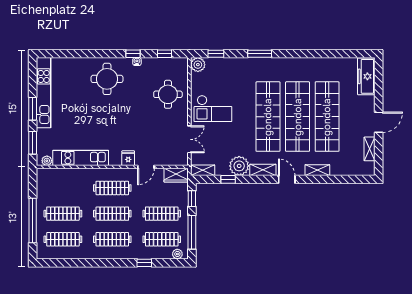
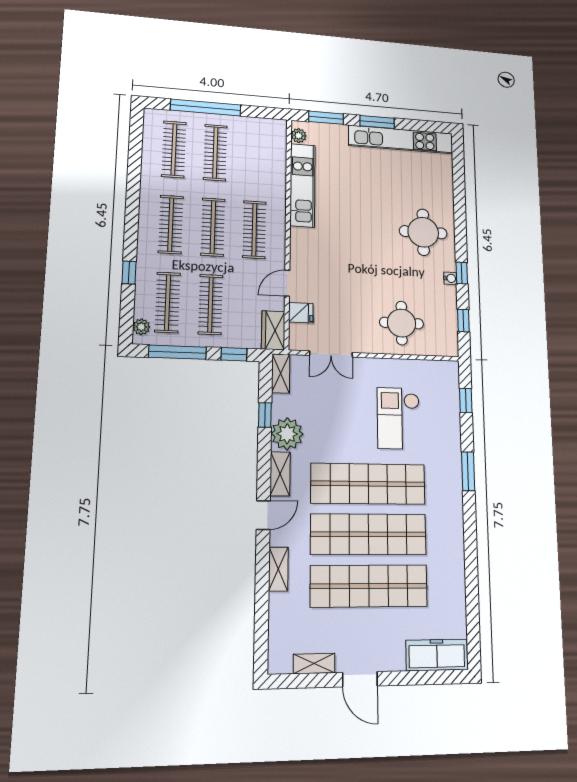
plant: (198, 65) -> (448, 372), removed
checkout: (213, 109) -> (398, 418), moved
fridge: (128, 158) -> (301, 313), moved
door: (146, 167) -> (287, 283), hinge flipped

